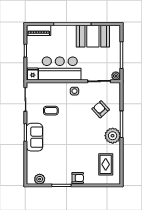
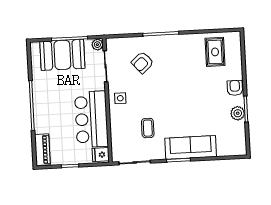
booth: (93, 36) -> (62, 55), moved, turned 90
plant: (113, 136) -> (177, 45), removed
sofa: (35, 137) -> (191, 147), width x1.36
rug: (106, 164) -> (215, 52), turned 90
plant: (40, 179) -> (238, 113), moved

